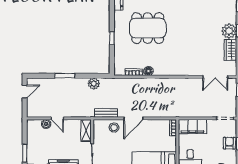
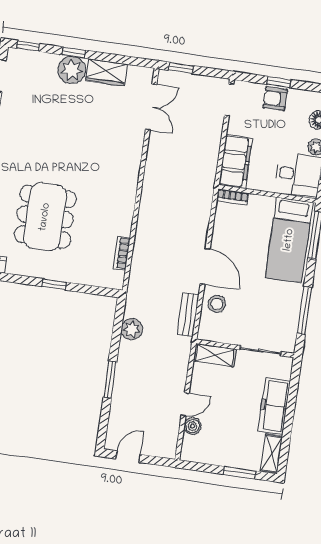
floor lamp: (148, 71) -> (123, 227), removed
door: (25, 92) -> (128, 457), hinge flipped

